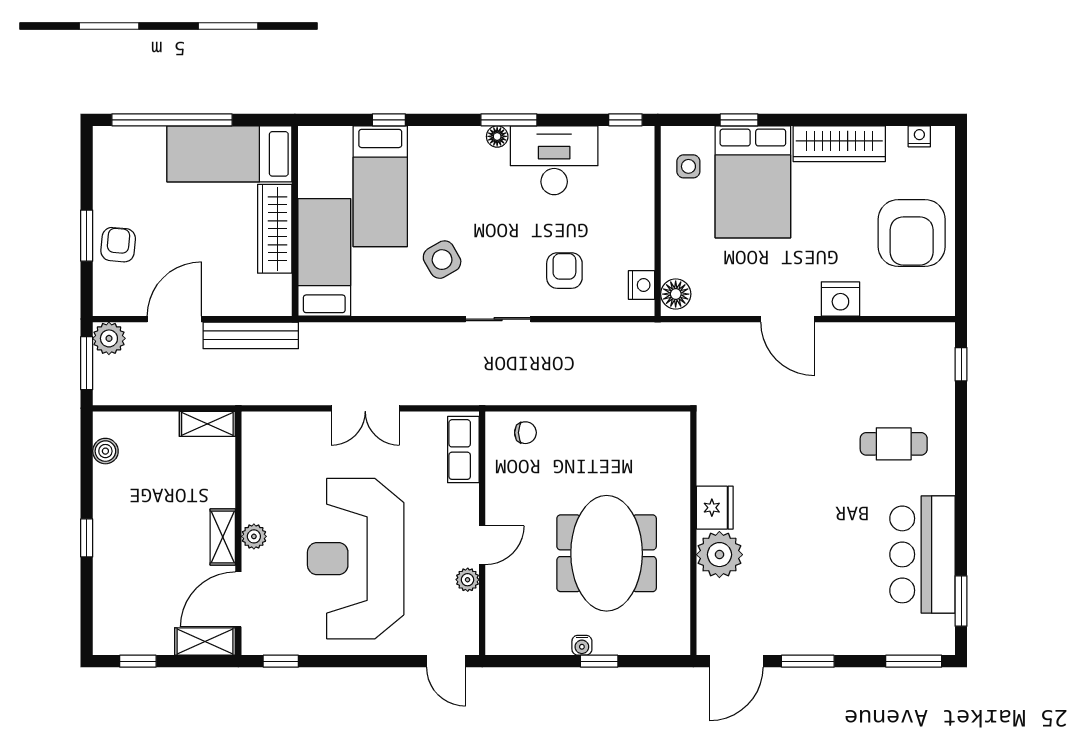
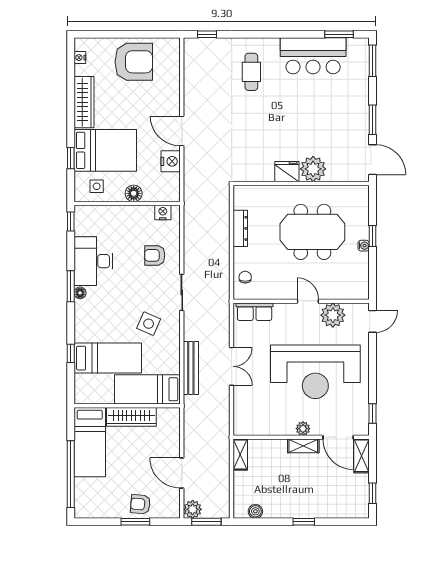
side table: (442, 260) -> (149, 324), turned -37
floor lamp: (676, 294) -> (134, 193), moved
nightstand: (840, 299) -> (171, 161), moved
door: (788, 319) -> (182, 131), swing flipped
bench: (251, 335) -> (191, 368), moved
dresser: (613, 424) -> (240, 228), added
plant: (468, 580) -> (333, 315), width x1.88, depth x1.88

